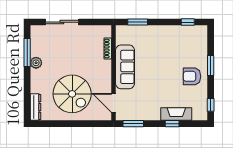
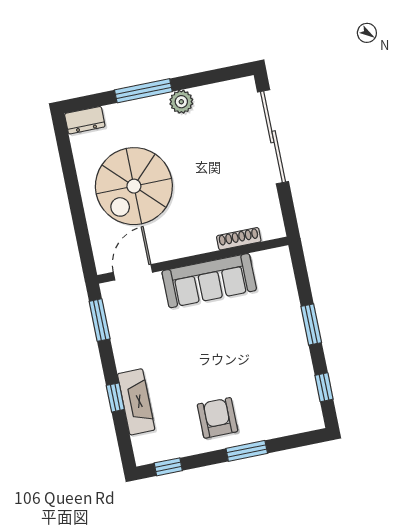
sliding door: (62, 22) -> (273, 137), width x1.36
window: (138, 22) -> (311, 325), moved
window: (27, 53) -> (143, 91), moved
dresser: (35, 107) -> (85, 120), width x0.70

